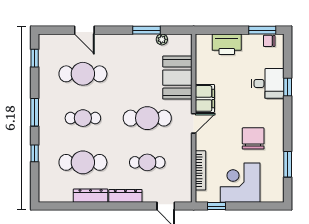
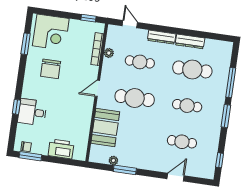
door: (84, 30) -> (176, 177), hinge flipped
cafe table: (83, 74) -> (182, 142), width x0.73, depth x0.74
filing cabinet: (205, 98) -> (85, 107), removed
window: (35, 153) -> (231, 82), width x2.17
plant: (186, 168) -> (109, 53), added
corner desk: (240, 183) -> (51, 32), moved

